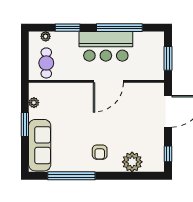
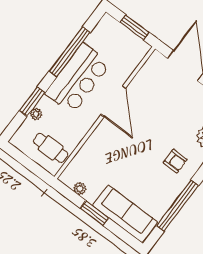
plant: (46, 36) -> (36, 114), moved

